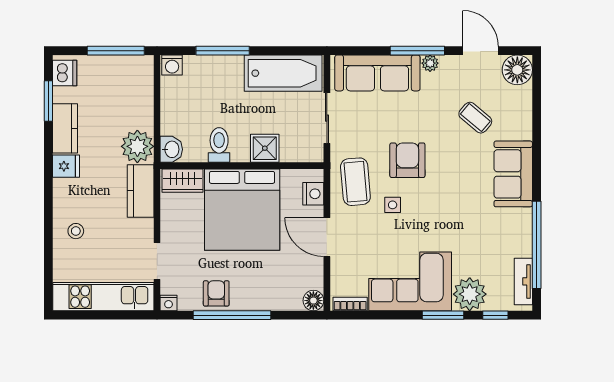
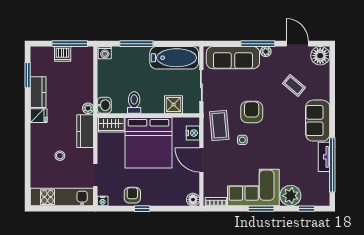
dishwasher: (65, 73) -> (63, 54), moved, turned 90
plant: (137, 146) -> (88, 108), width x0.53, depth x0.53
shower: (265, 148) -> (174, 105), moved
stool: (76, 231) -> (60, 156), moved
tv unit: (523, 281) -> (324, 157), moved
window: (232, 315) -> (142, 209), width x0.32
window: (443, 315) -> (261, 209), moved

